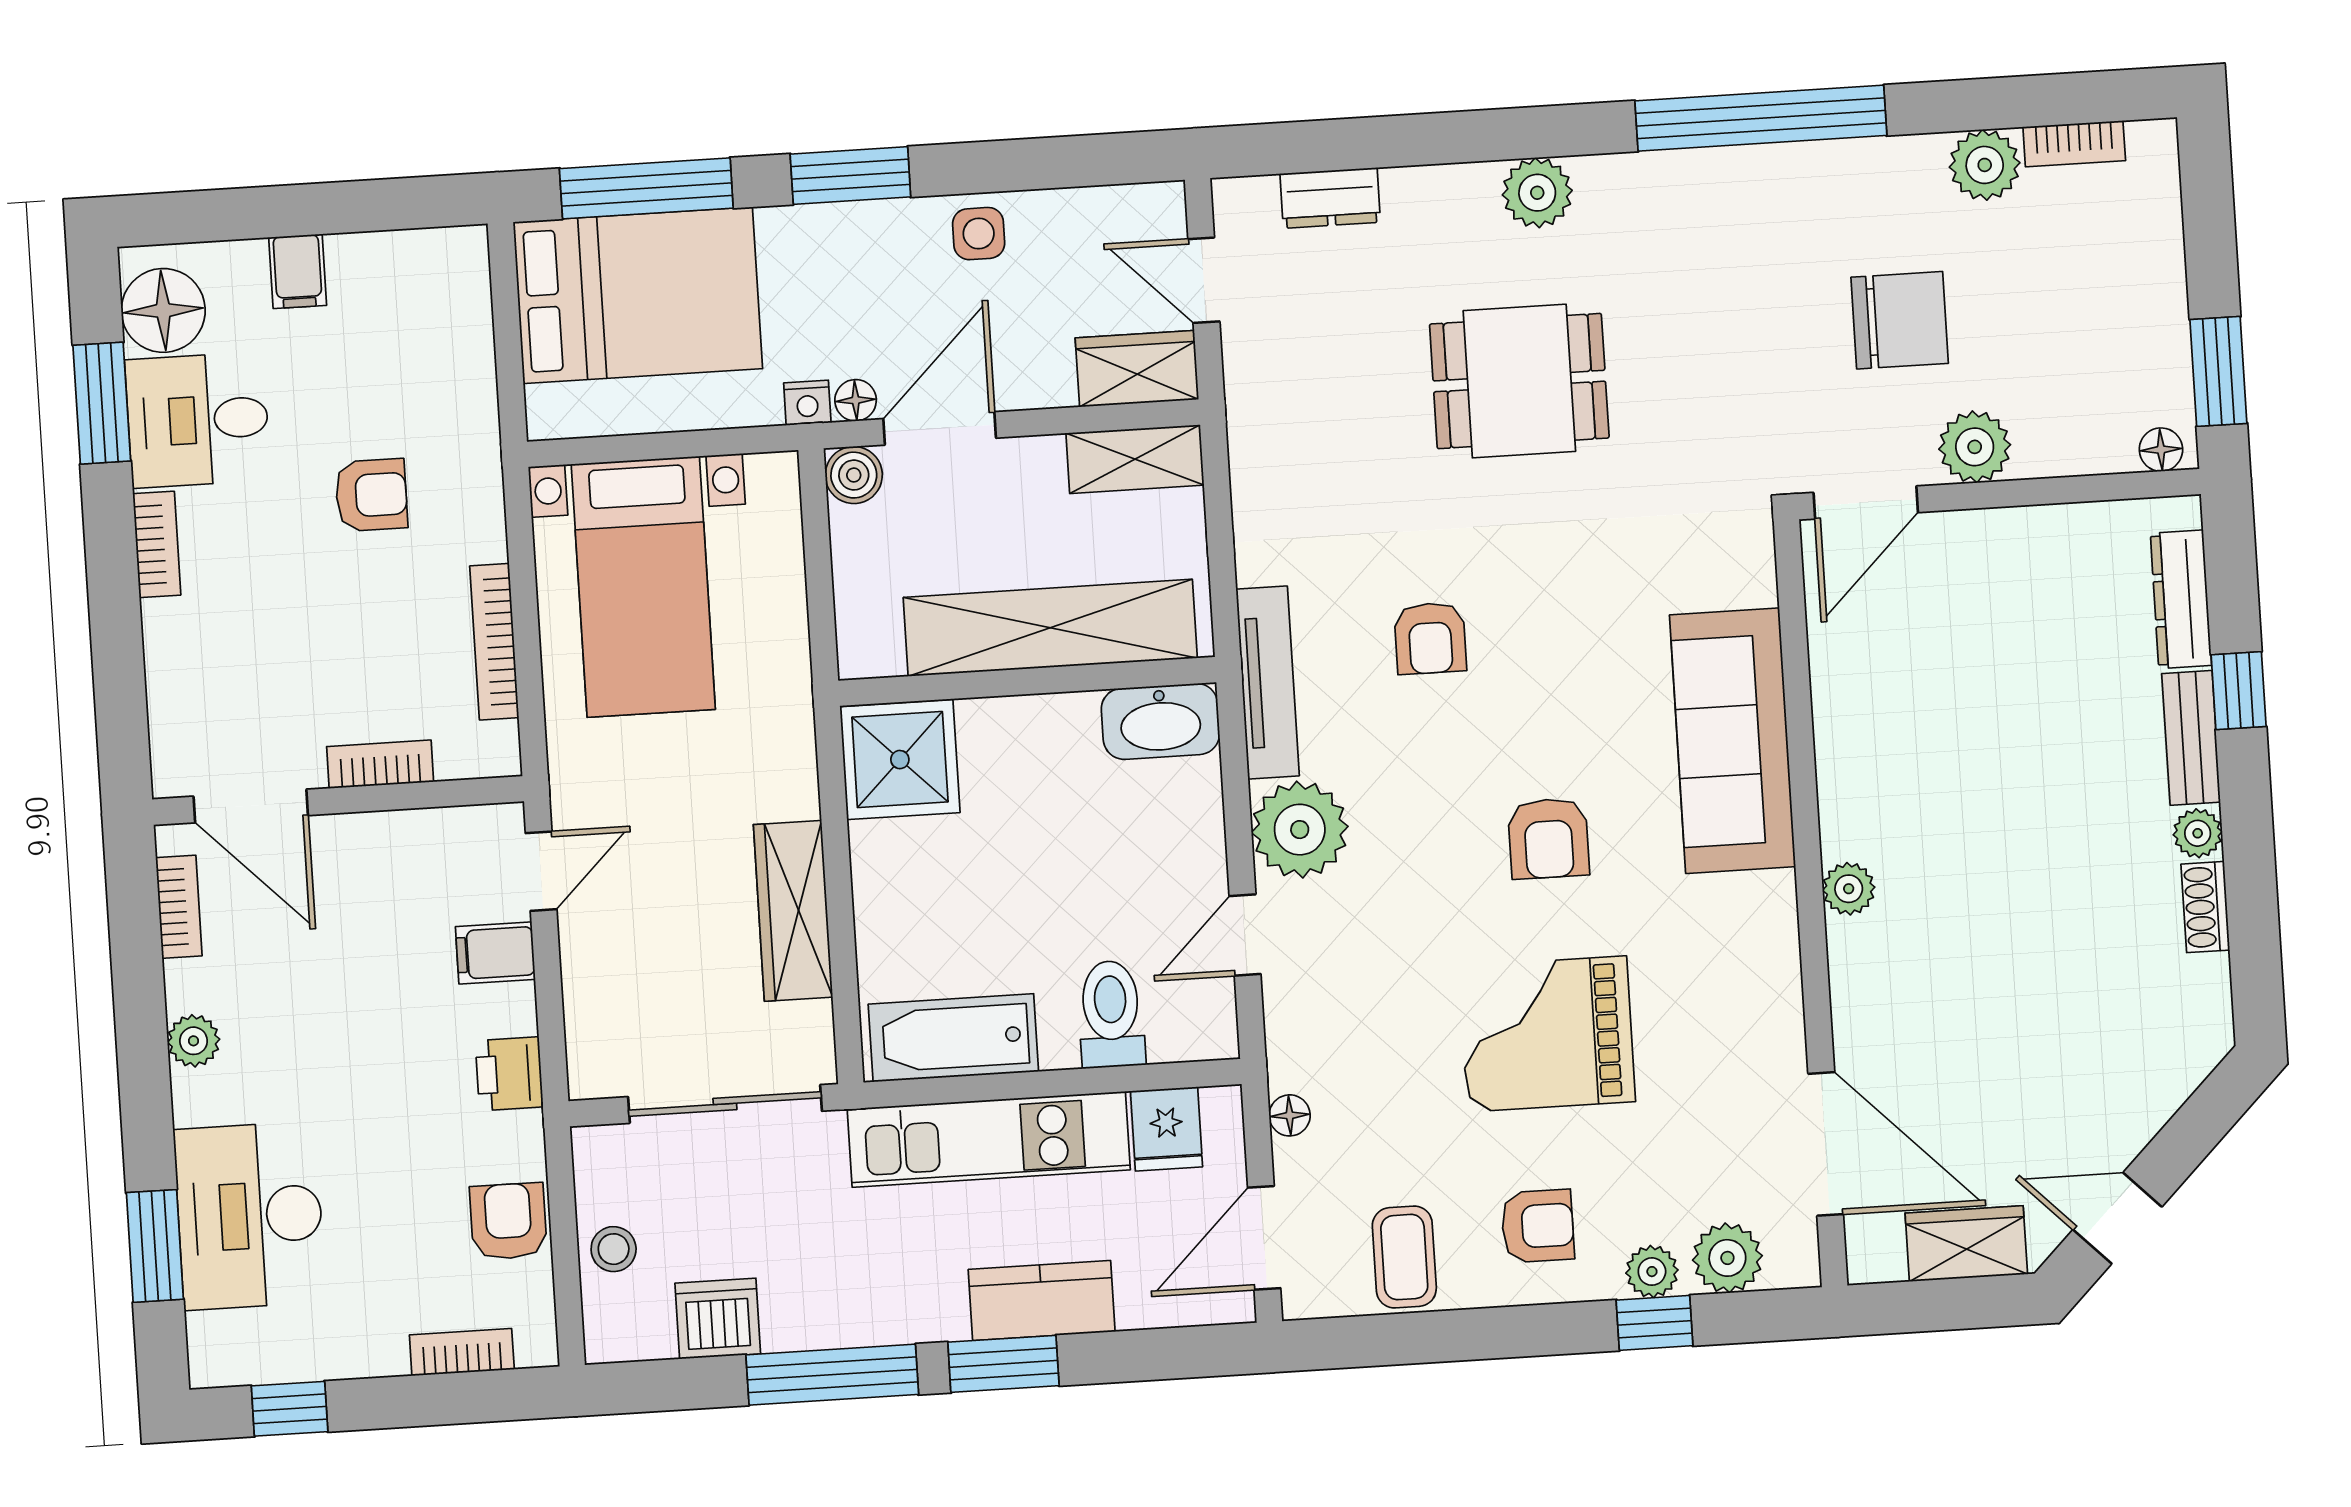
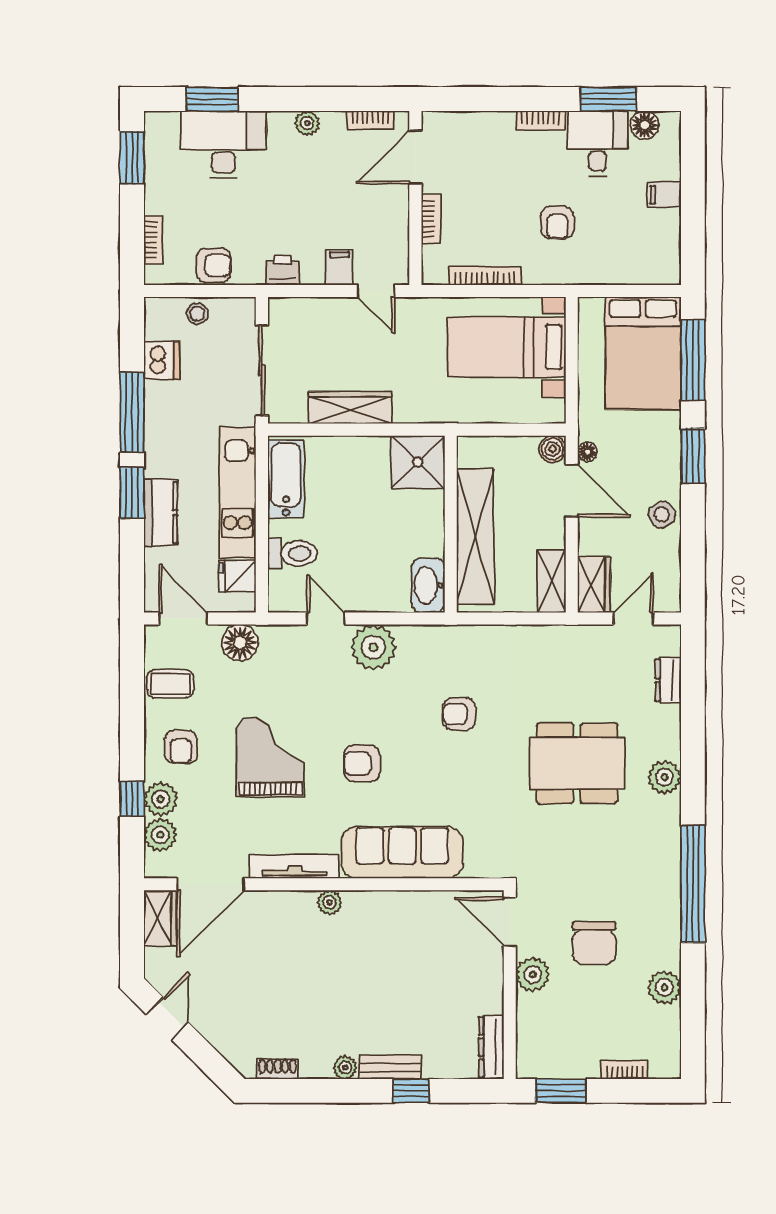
bookcase: (2074, 144) -> (625, 1070), moved, turned 90
side table: (979, 234) -> (662, 515), turned -33
floor lamp: (163, 310) -> (645, 125), width x0.73, depth x0.73
dining table: (1519, 381) -> (577, 763), width x1.38
nightstand: (807, 403) -> (588, 429), removed
floor lamp: (2161, 450) -> (526, 1062), removed
dresser: (2181, 599) -> (491, 1047), moved, turned -90
tv unit: (1268, 682) -> (294, 866), moved, turned 180
shoe rack: (2205, 907) -> (278, 1069), moved
floor lamp: (1290, 1115) -> (240, 643), width x1.89, depth x1.89
wardrobe: (1966, 1244) -> (160, 918), moved
plant: (1652, 1272) -> (161, 799), width x1.38, depth x1.38
window: (290, 1409) -> (132, 157), width x1.50

